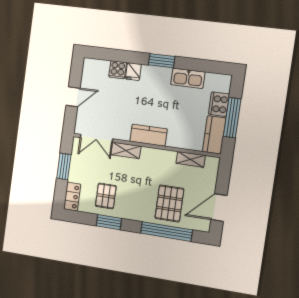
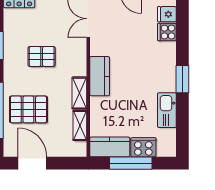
fridge: (133, 72) -> (167, 14), moved
shelving: (126, 150) -> (79, 93), moved
pallet: (106, 196) -> (42, 56), moved

